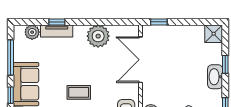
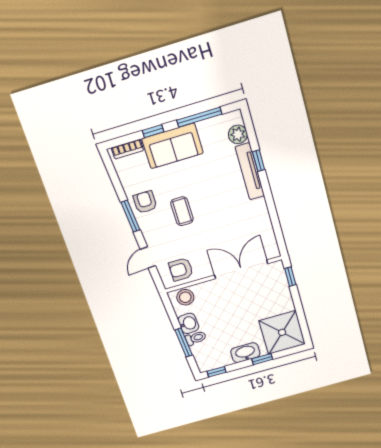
tv unit: (57, 31) -> (250, 171), width x1.41
shower: (214, 34) -> (282, 332), width x1.86, depth x1.86
plant: (98, 36) -> (255, 214), removed

